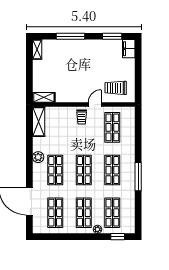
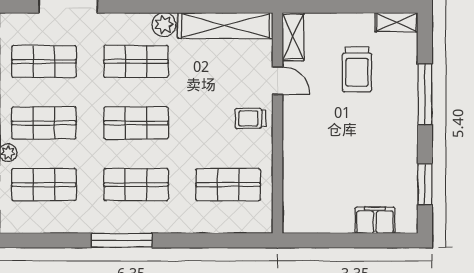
filing cabinet: (129, 49) -> (375, 220), moved
trolley: (116, 88) -> (357, 69), moved, turned 180
door: (95, 105) -> (278, 81), moved
shelving: (39, 122) -> (225, 25), width x1.47

